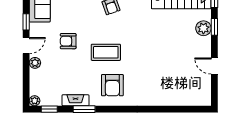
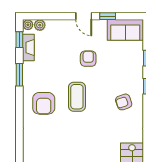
plant: (35, 63) -> (40, 25), moved
armchair: (112, 85) -> (44, 103), turned -90
fireplace: (75, 100) -> (28, 48), moved

